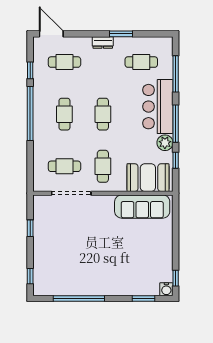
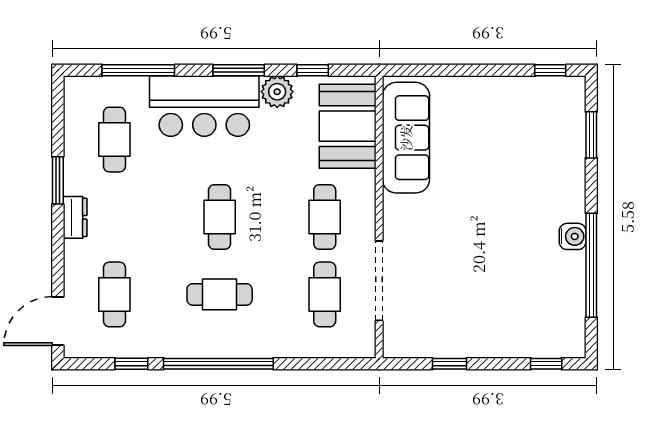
cafe table: (103, 114) -> (220, 217), turned 90
window: (176, 124) -> (239, 70), width x0.69
cafe table: (103, 166) -> (325, 217), turned 90
water cooler: (166, 289) -> (573, 236), moved

